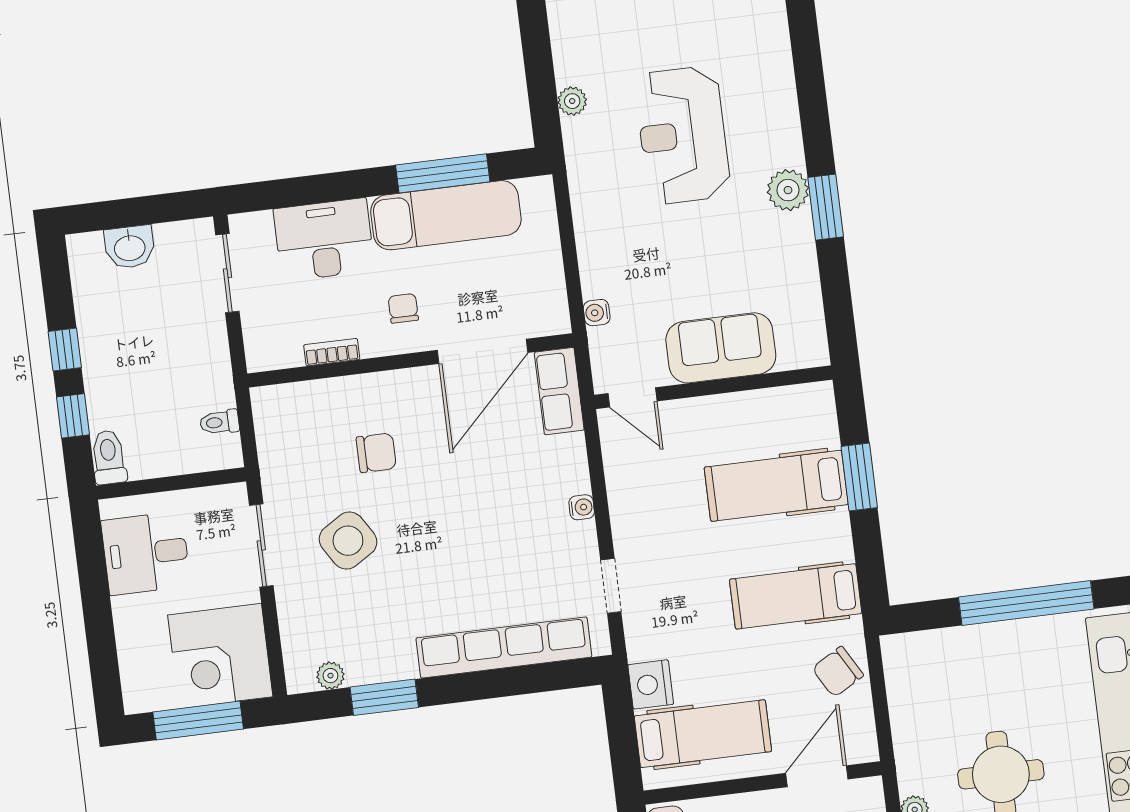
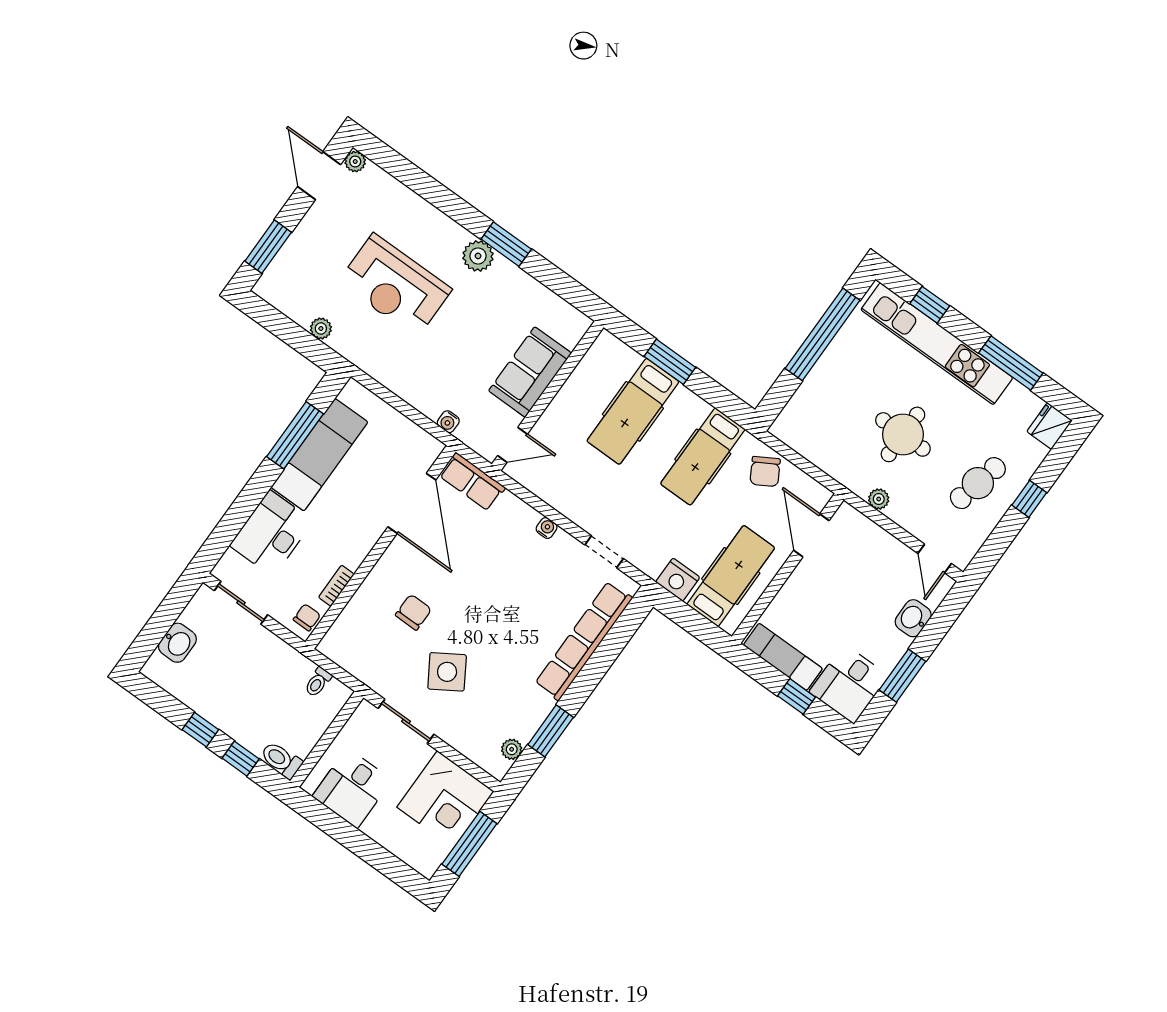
chair: (403, 308) -> (307, 617), moved, turned 90

